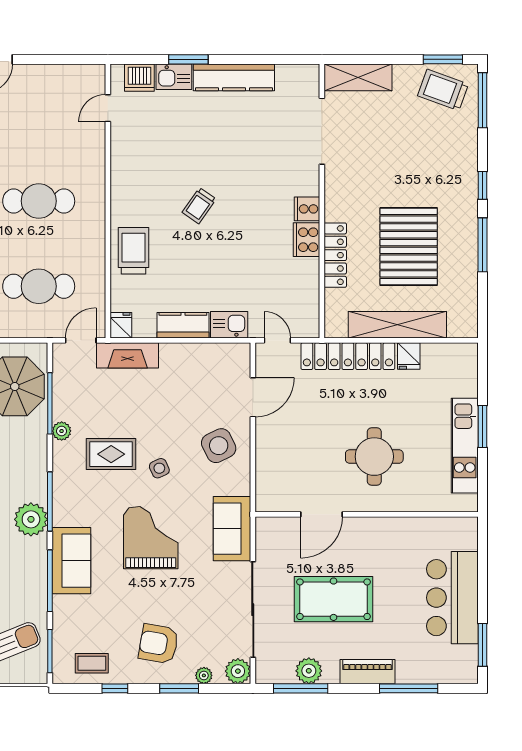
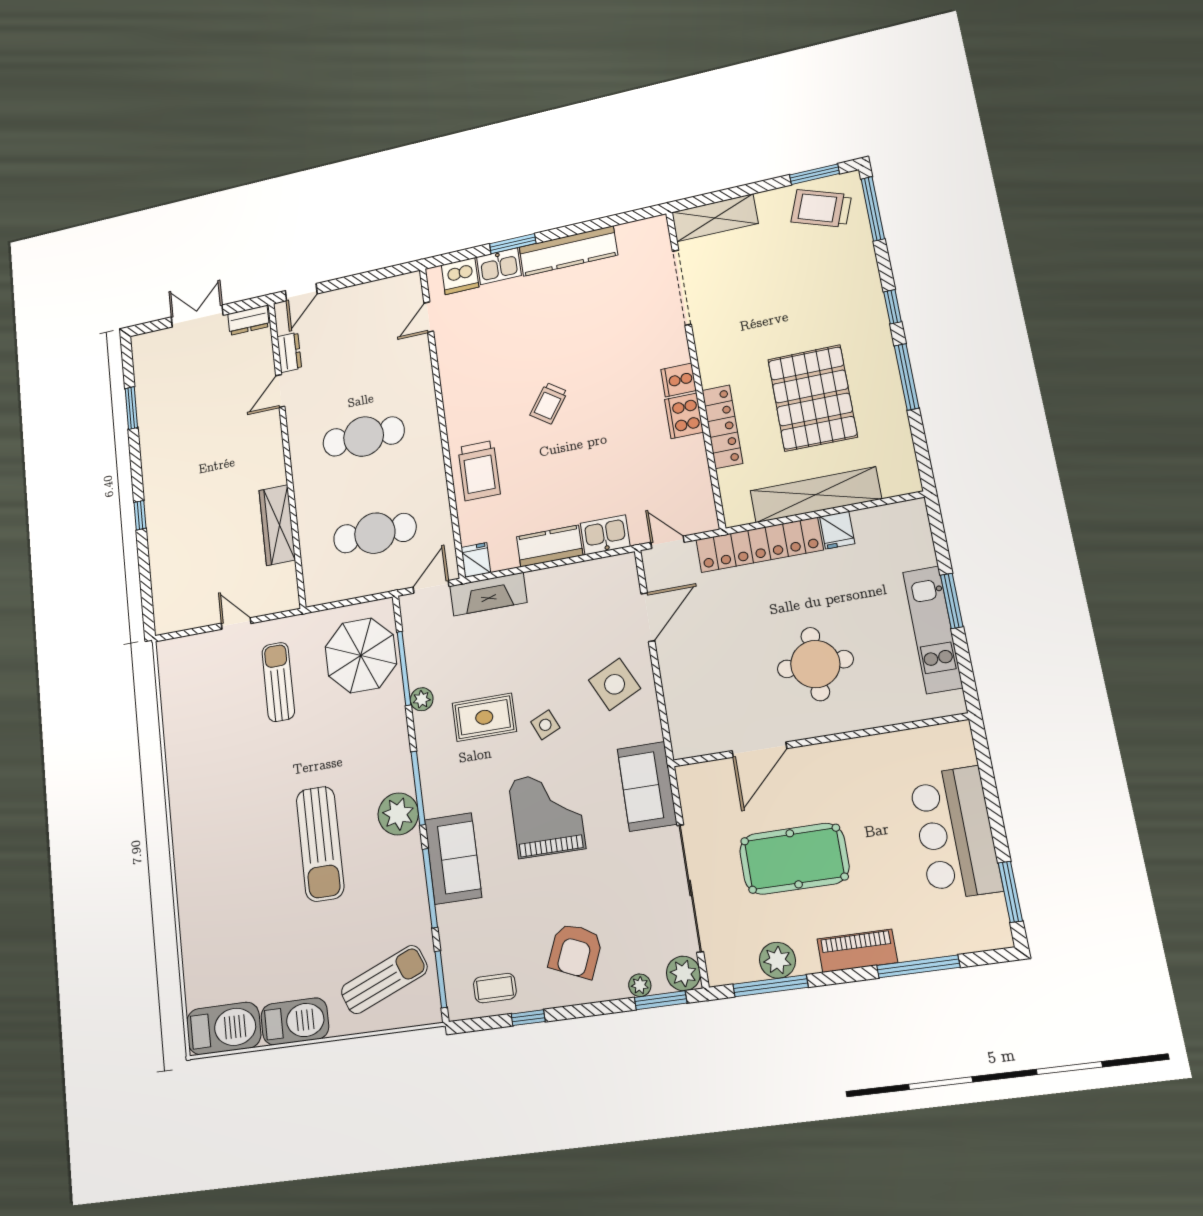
trolley: (133, 251) -> (479, 471), turned 180
armchair: (159, 644) -> (576, 951), turned -77
window: (179, 688) -> (661, 1000), moved

